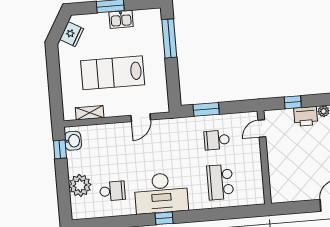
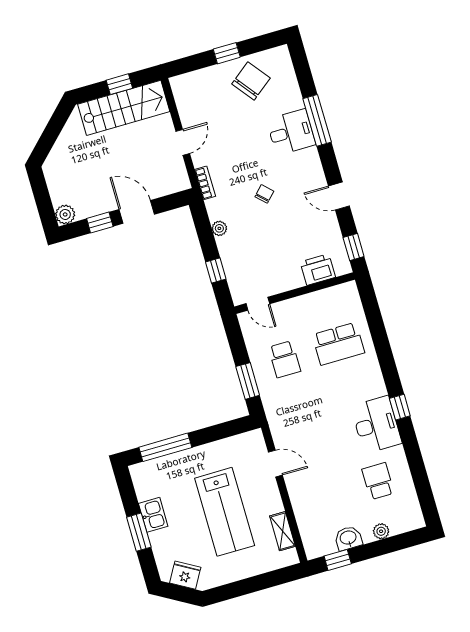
printer: (306, 116) -> (318, 270), moved, turned -90
washbasin: (73, 141) -> (348, 538), moved
plant: (80, 185) -> (381, 531), width x0.53, depth x0.53
desk: (161, 193) -> (376, 425), width x0.73, depth x0.77
window: (290, 208) -> (354, 247), added

